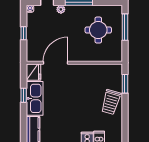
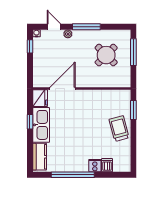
round table: (98, 30) -> (106, 55), turned 45
window: (24, 33) -> (30, 46), moved
trolley: (111, 102) -> (119, 129), turned 149

